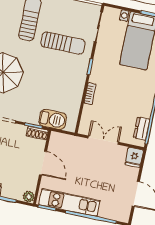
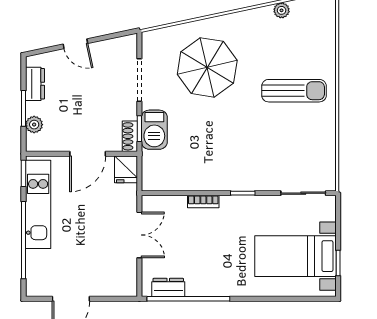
sun lounger: (63, 43) -> (269, 146), removed
barbecue: (53, 119) -> (154, 130), moved
fridge: (134, 157) -> (126, 169), moved, turned -90
plant: (29, 197) -> (34, 125), moved

